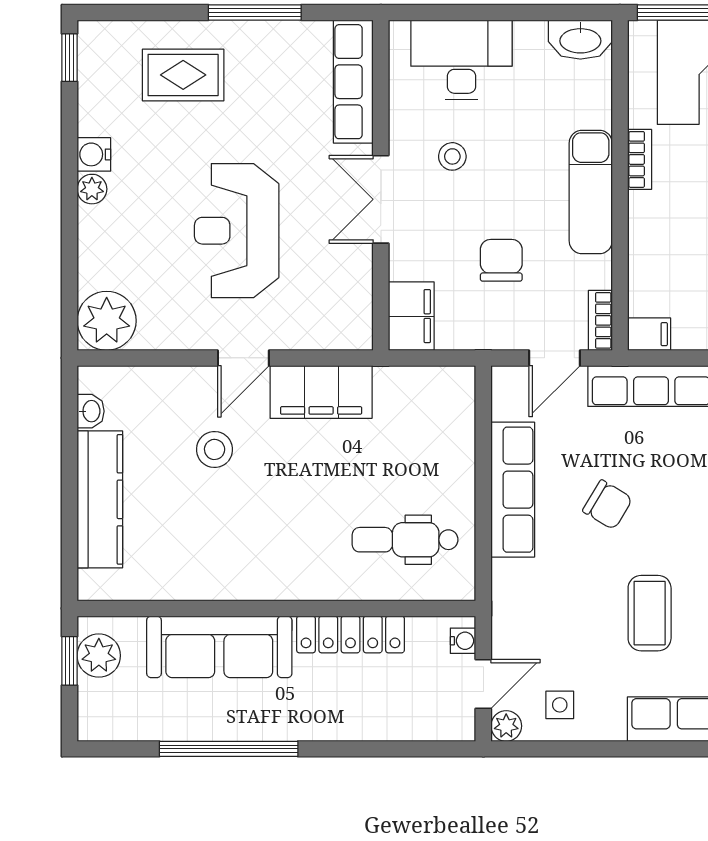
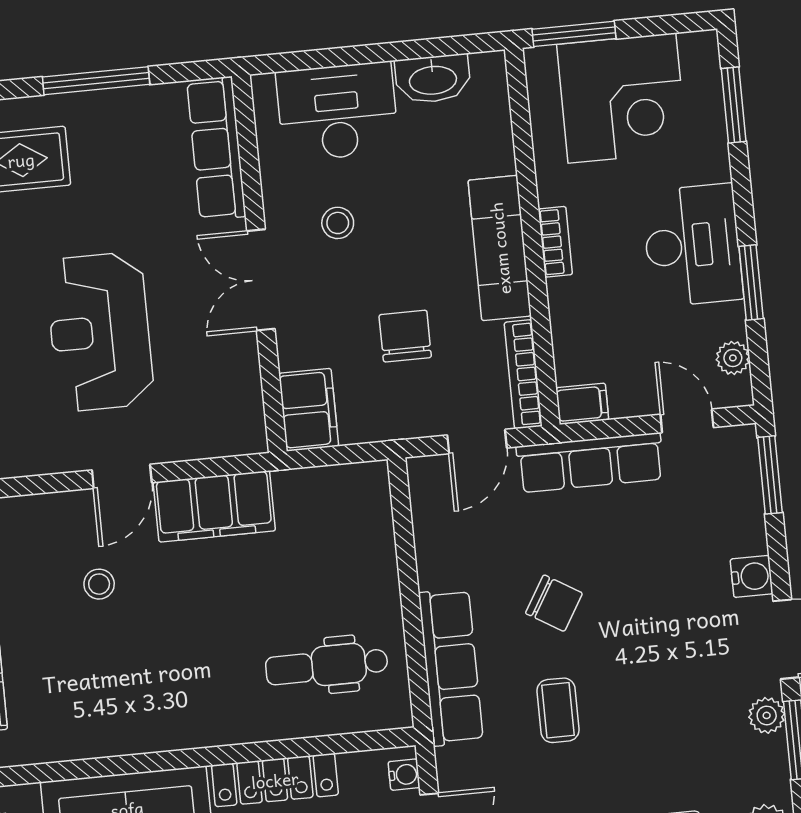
washbasin: (580, 40) -> (433, 79), moved
bookcase: (640, 159) -> (555, 242), moved
bookcase: (600, 320) -> (523, 374), width x1.56
stool: (215, 449) -> (99, 584), width x0.73, depth x0.73
row of seats: (513, 490) -> (451, 667), moved
coffee table: (650, 613) -> (558, 710), moved, width x0.73, depth x0.77

